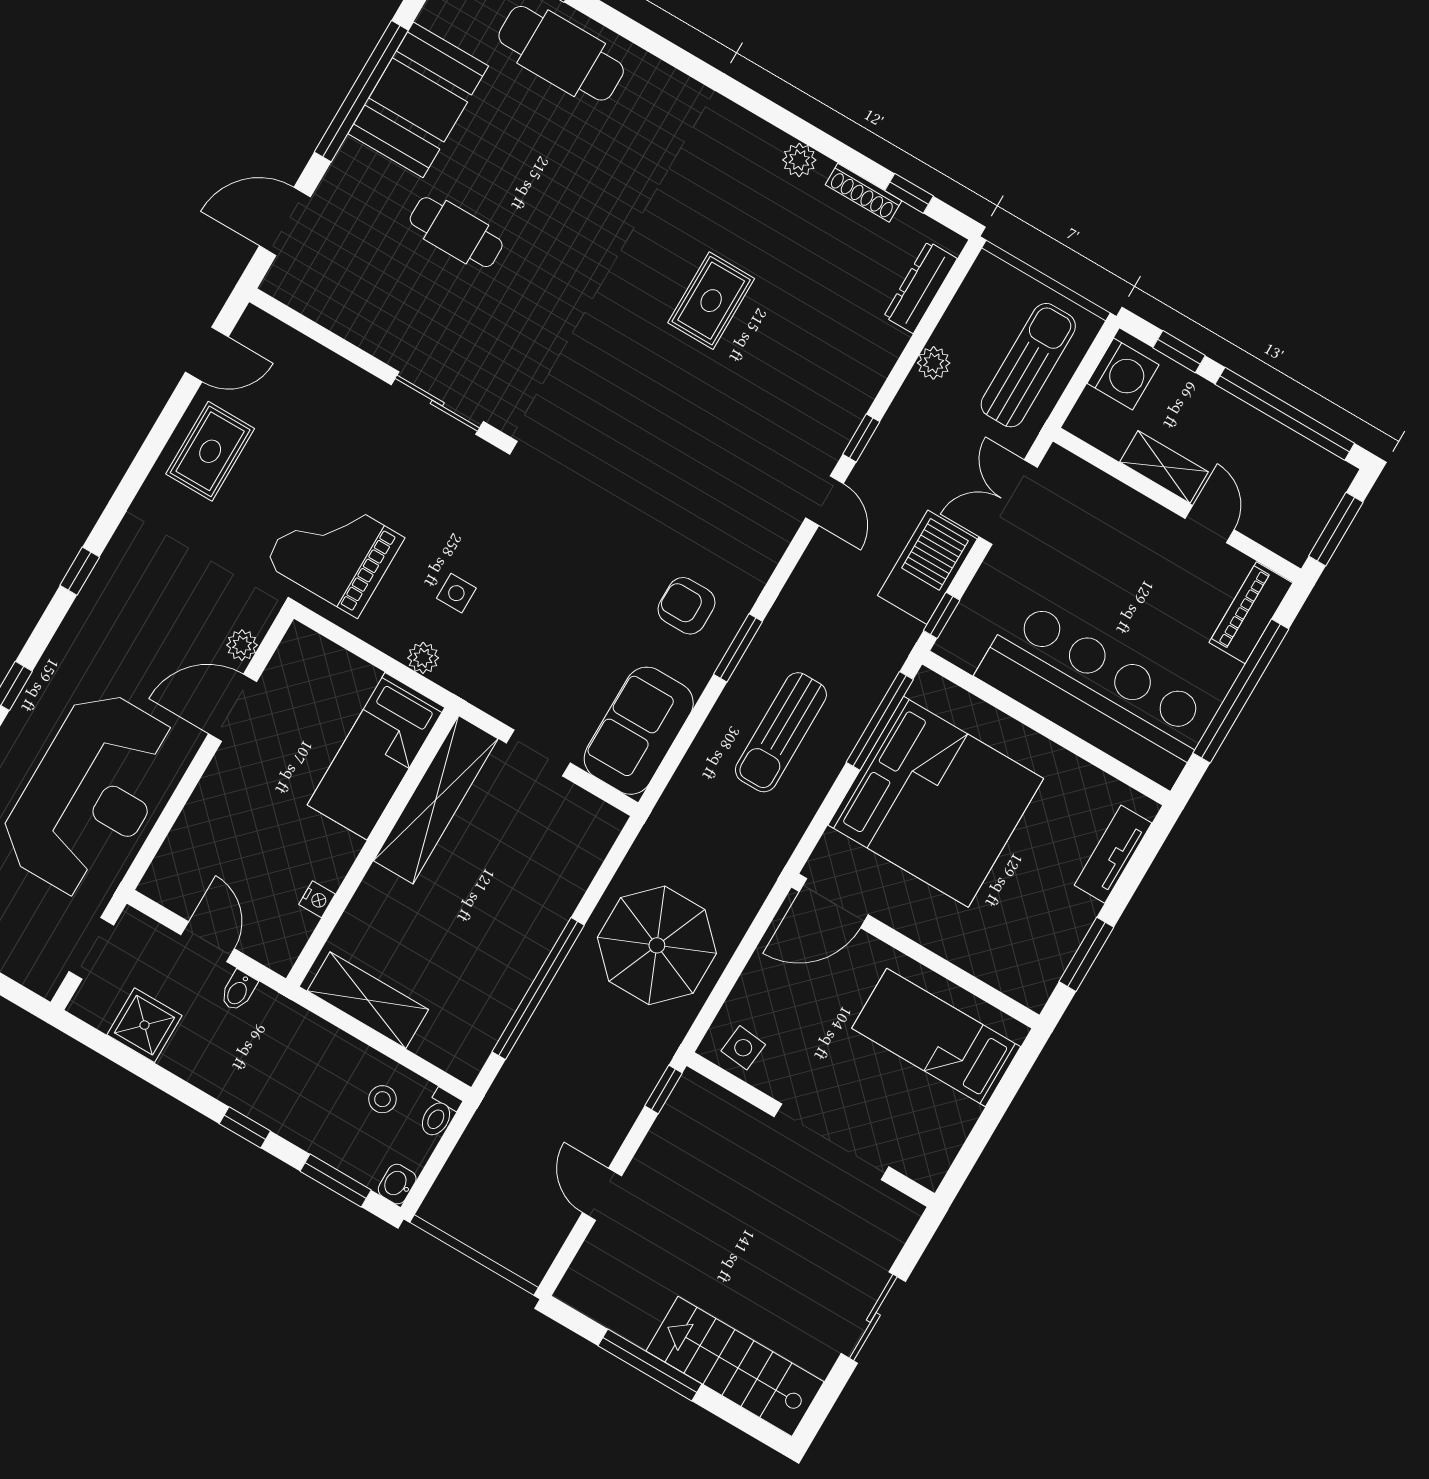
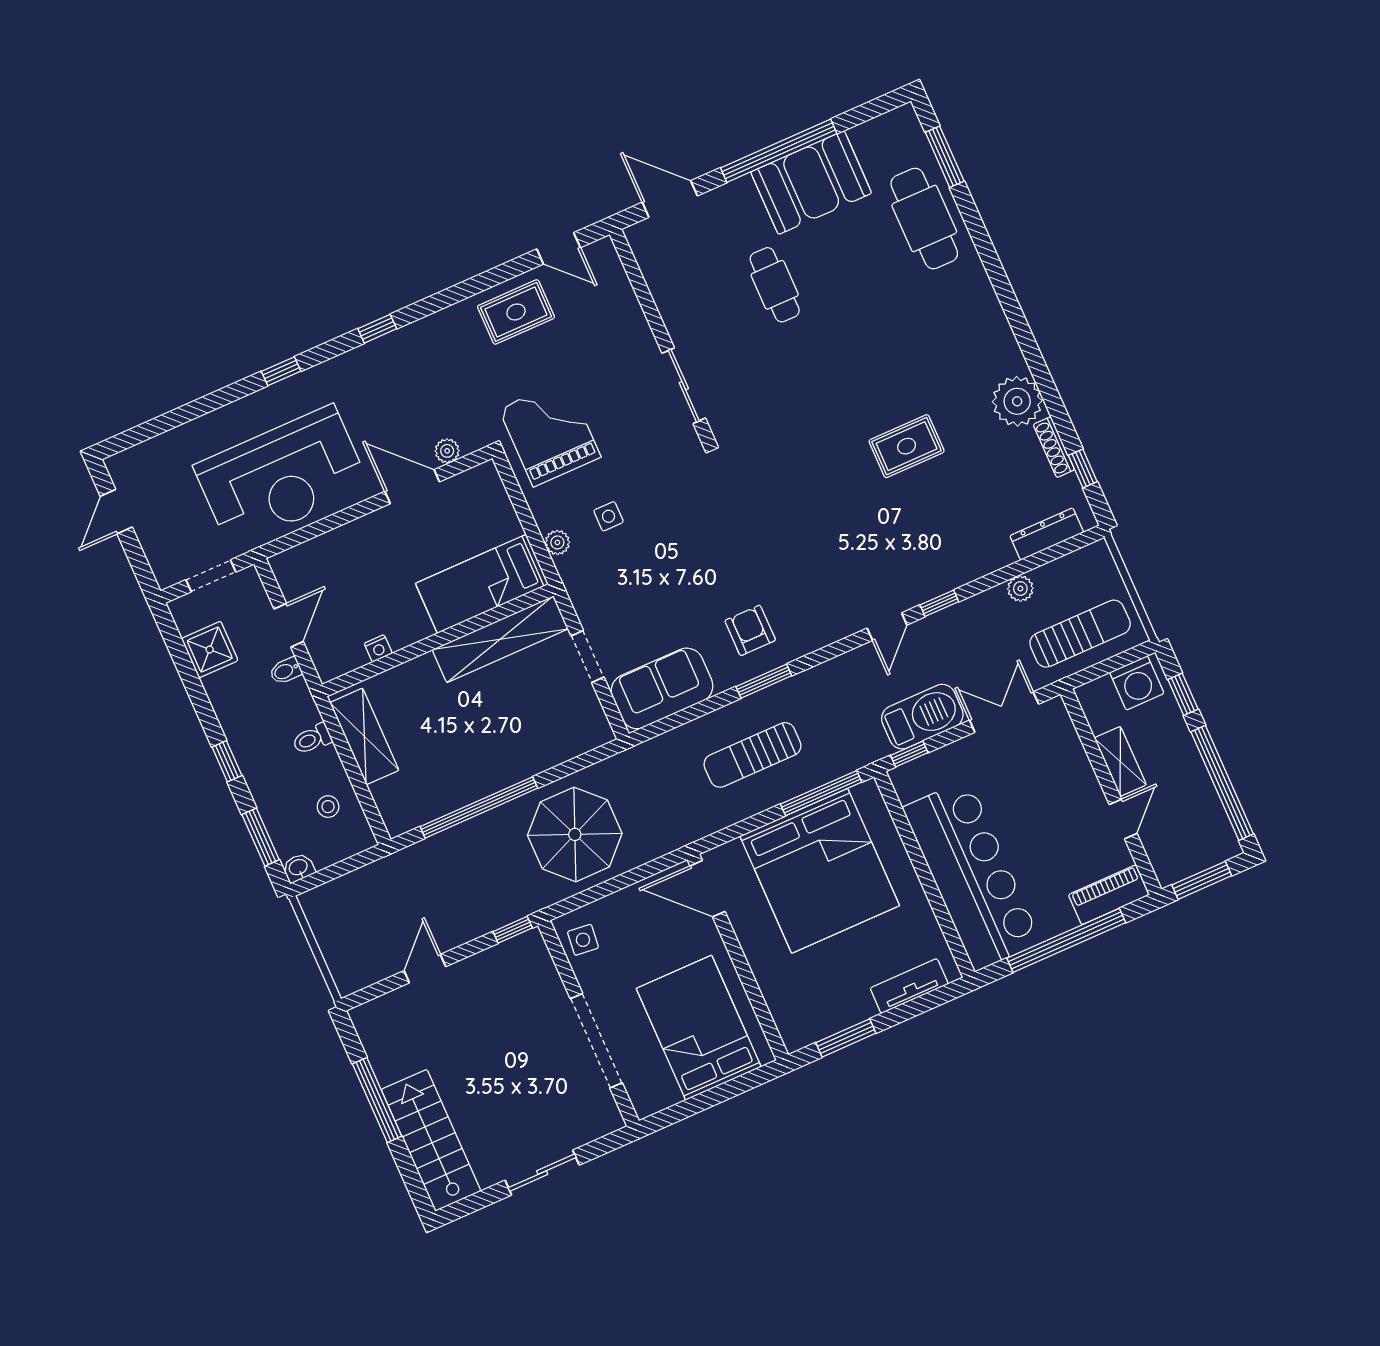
plant: (799, 160) -> (1017, 401), width x1.88, depth x1.88
bed: (936, 1038) -> (699, 1028), width x1.50
toilet: (439, 1114) -> (312, 739), moved

